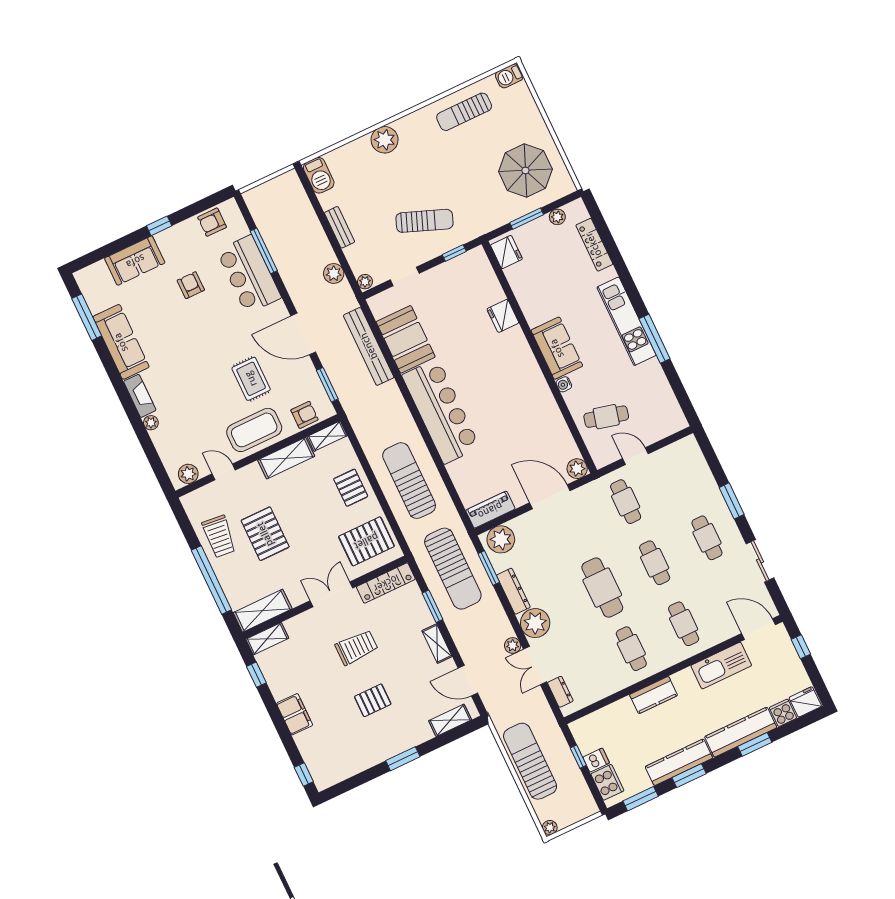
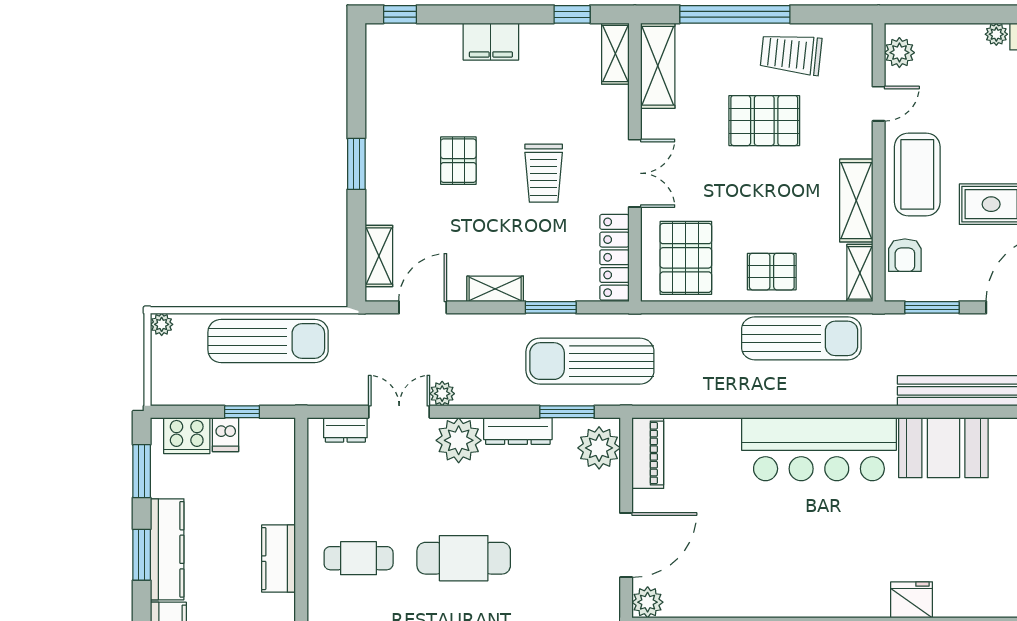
sun lounger: (409, 481) -> (801, 338), moved

